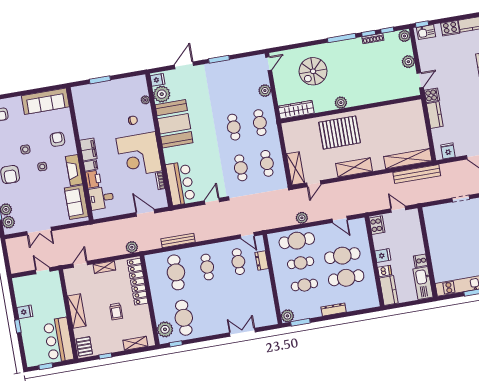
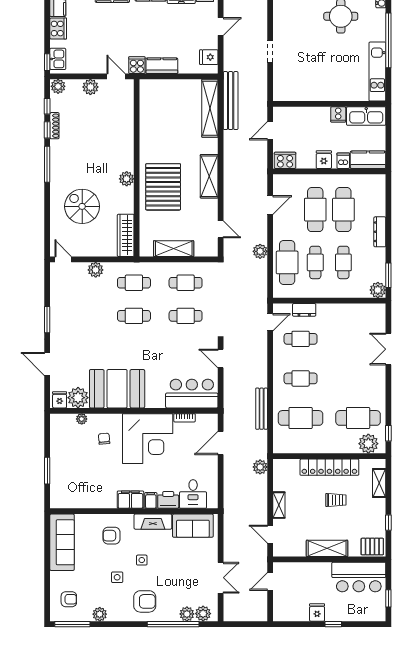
spiral stairs: (313, 71) -> (82, 206), turned 180
shelving: (295, 168) -> (174, 249), moved
locker: (138, 282) -> (329, 467), moved

